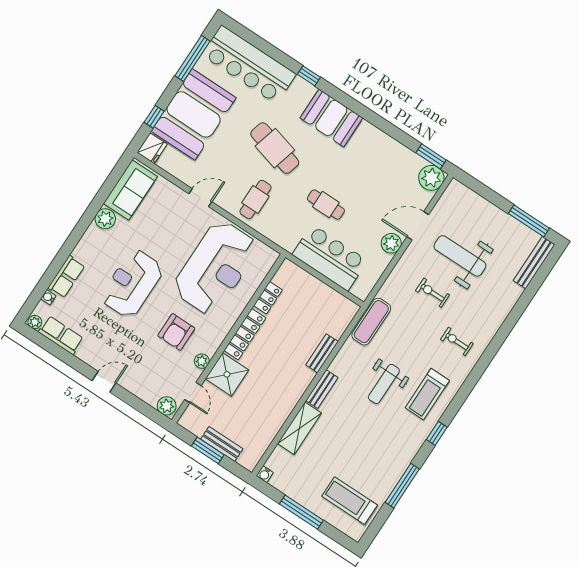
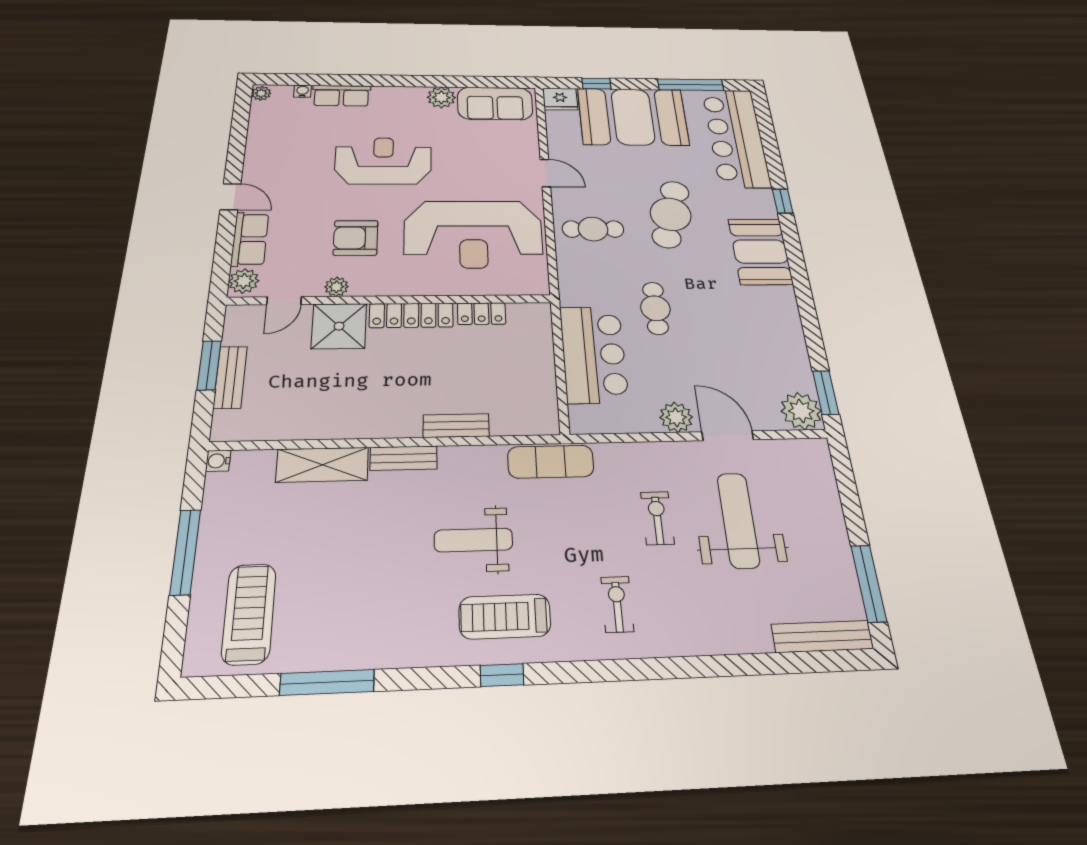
row of seats: (61, 335) -> (250, 239), moved
window: (437, 433) -> (502, 675), moved

